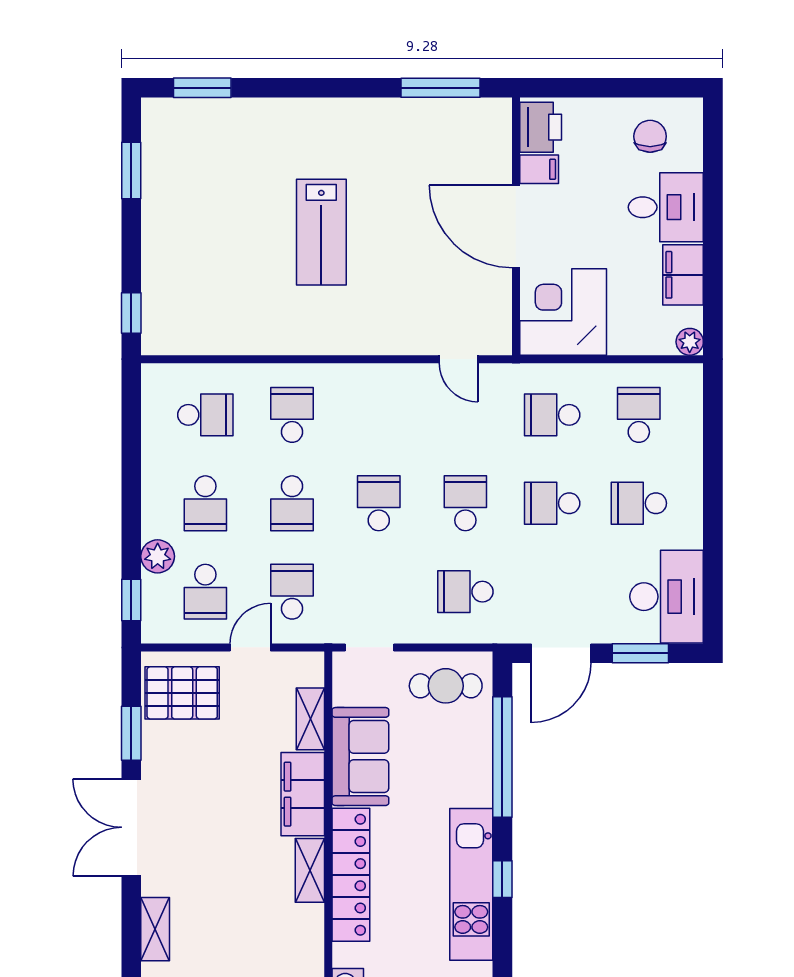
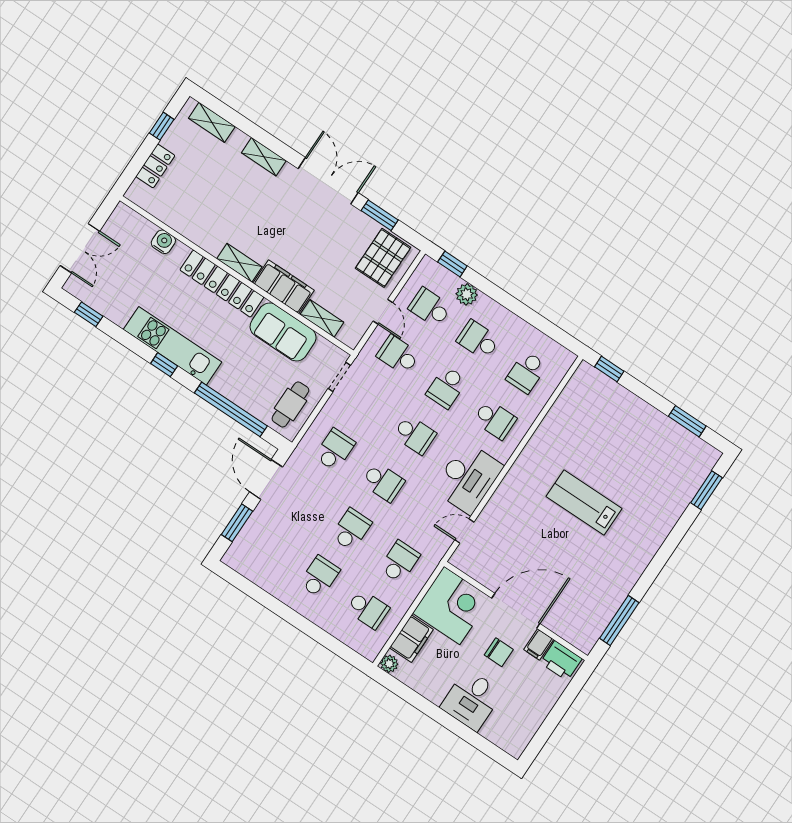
chair: (650, 136) -> (499, 652), moved
filing cabinet: (683, 275) -> (411, 639), moved, turned 90
school desk: (292, 503) -> (446, 387), turned -90
school desk: (292, 592) -> (398, 355), turned 180
desk: (667, 597) -> (468, 478), moved, turned -90

